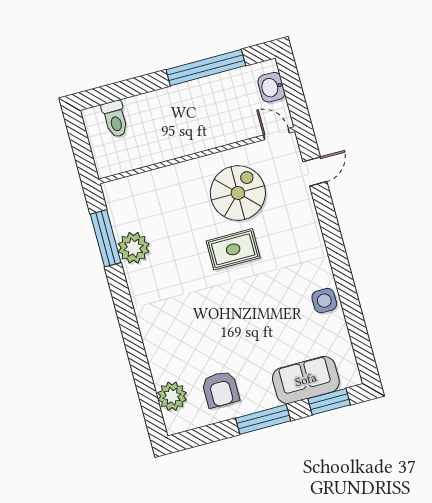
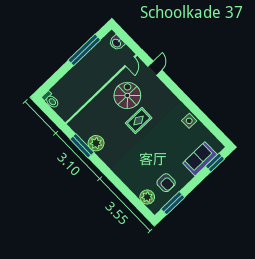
toilet: (115, 119) -> (51, 100), moved
door: (277, 134) -> (130, 61), swing flipped
window: (263, 419) -> (173, 203), moved

